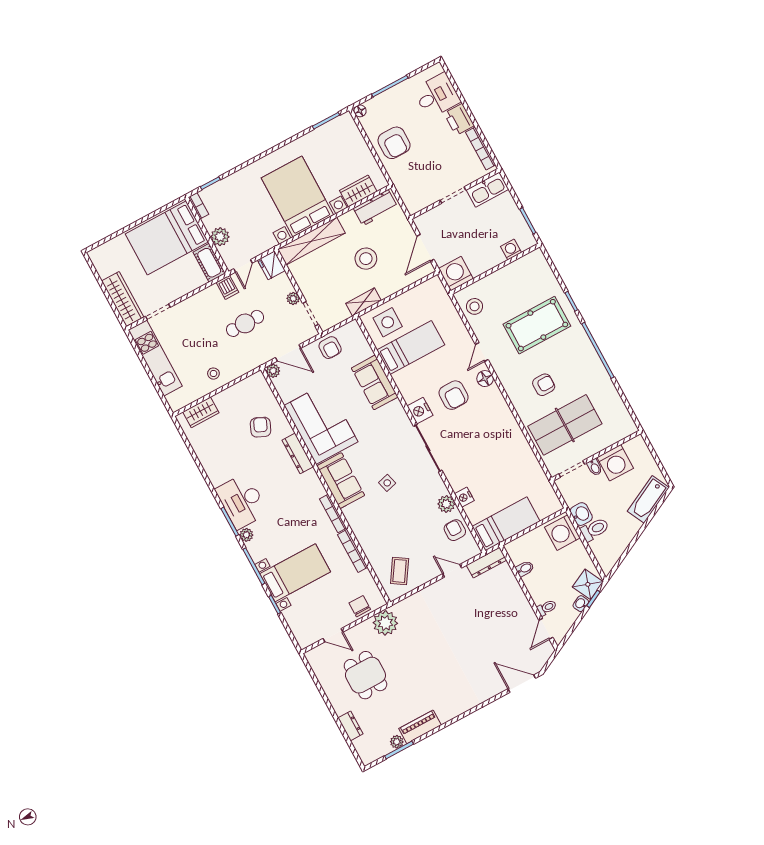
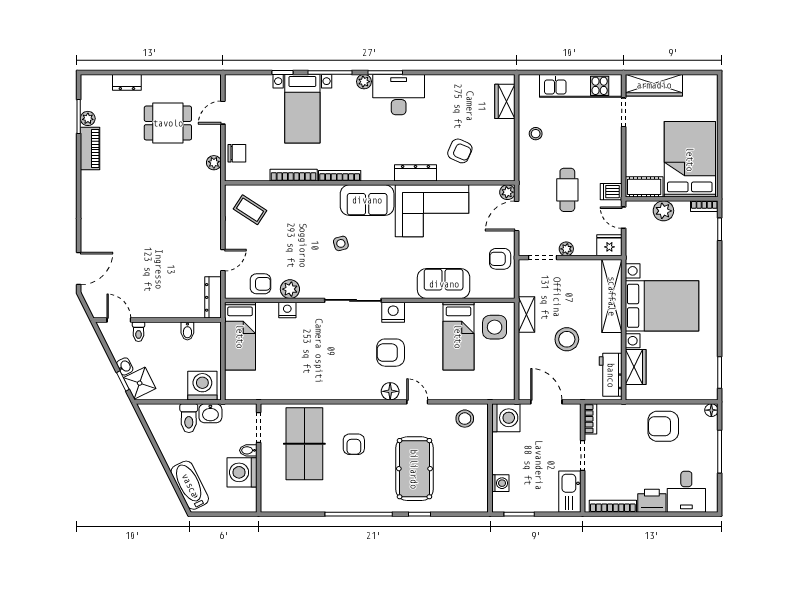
bookcase: (420, 205) -> (590, 419), added
plant: (385, 623) -> (214, 163), width x0.53, depth x0.53

